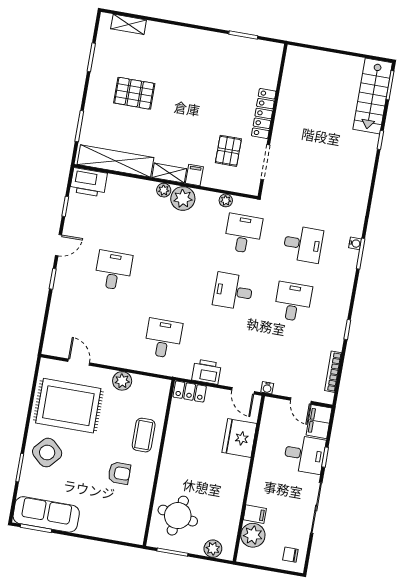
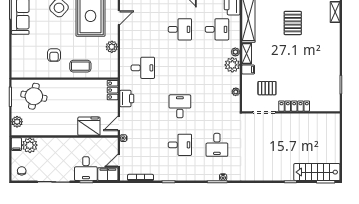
desk: (243, 234) -> (217, 29), moved
filing cabinet: (255, 514) -> (16, 144), moved

